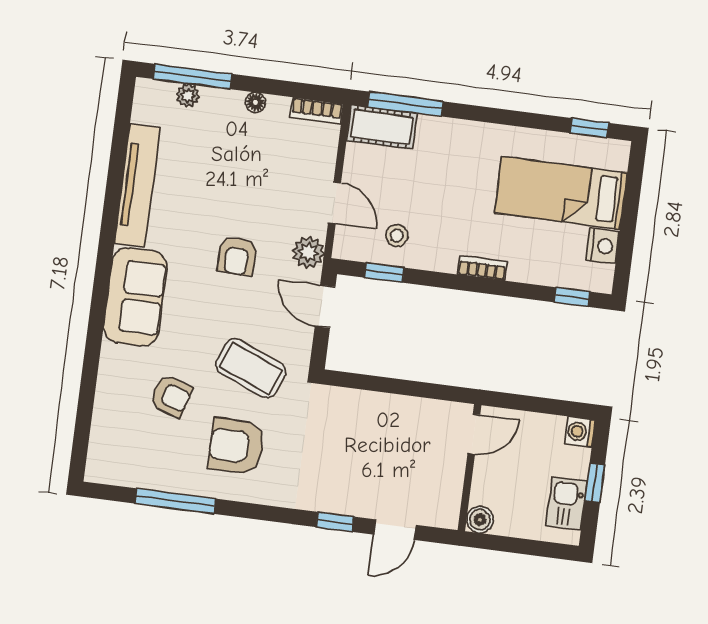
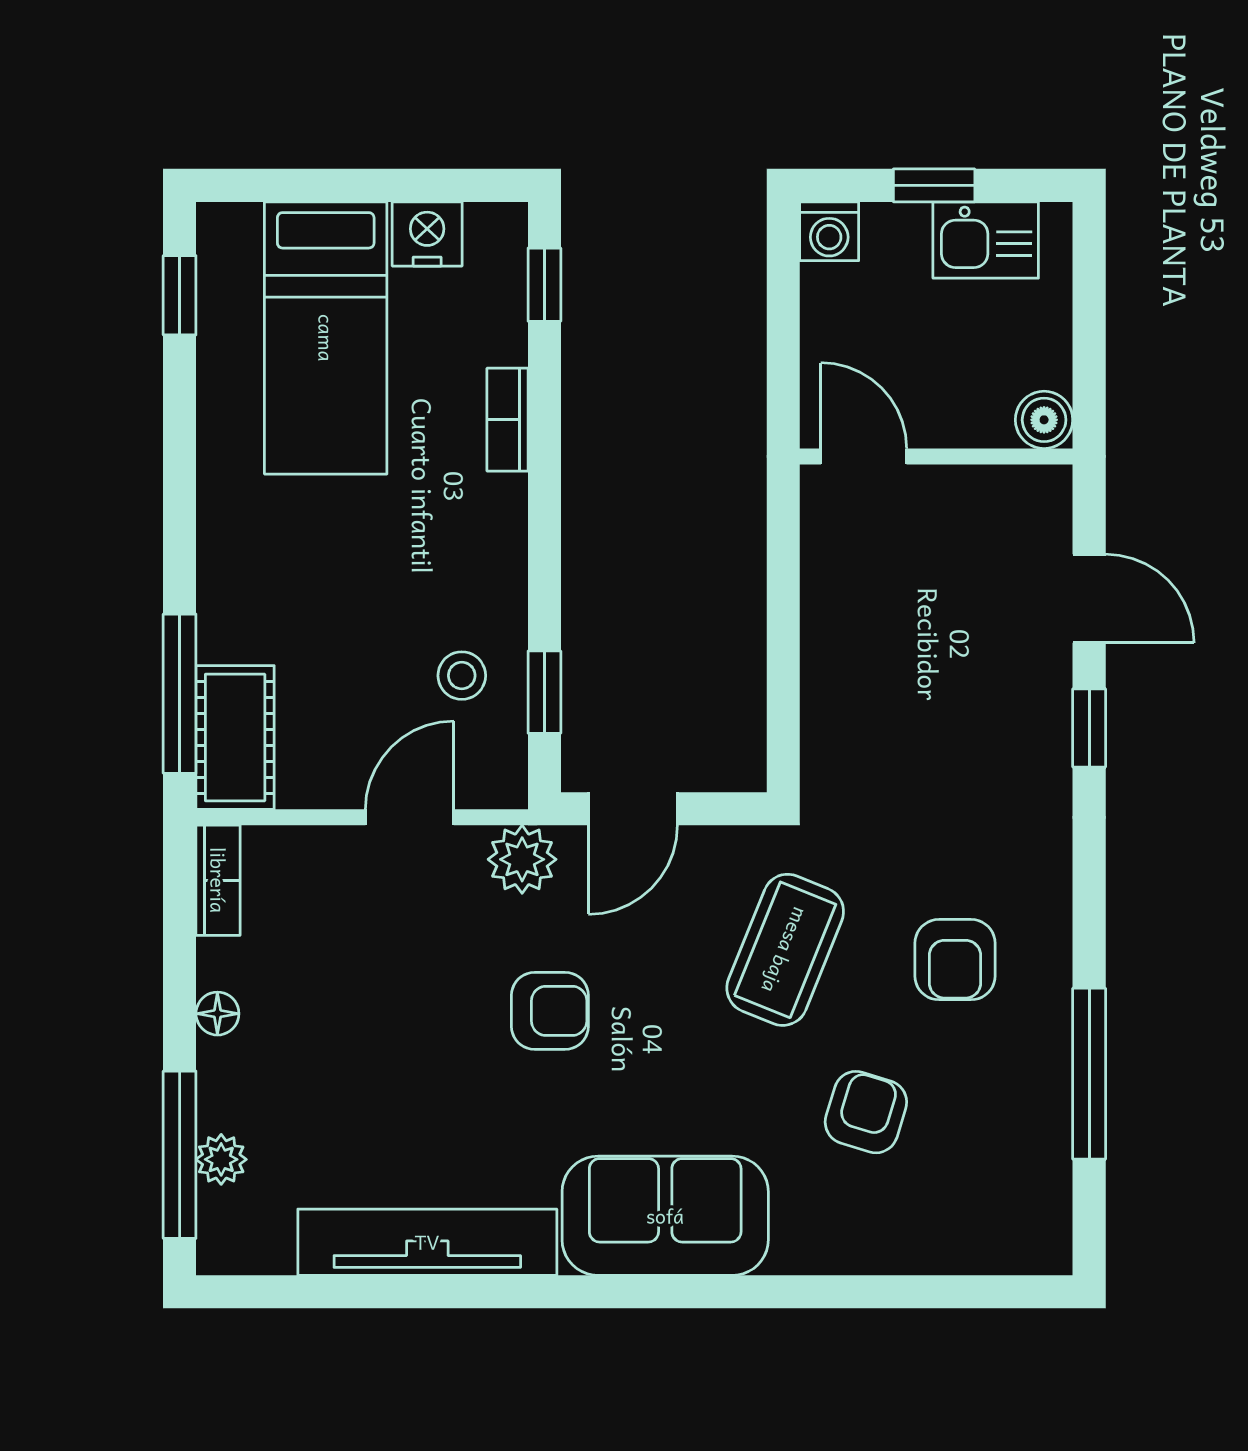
bookcase: (482, 268) -> (507, 420), moved
armchair: (236, 446) -> (955, 960), width x0.72, depth x0.72

